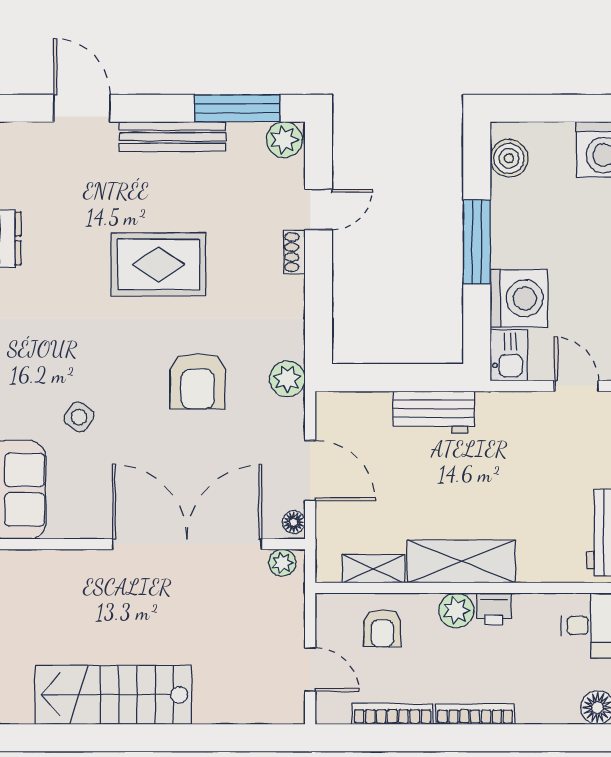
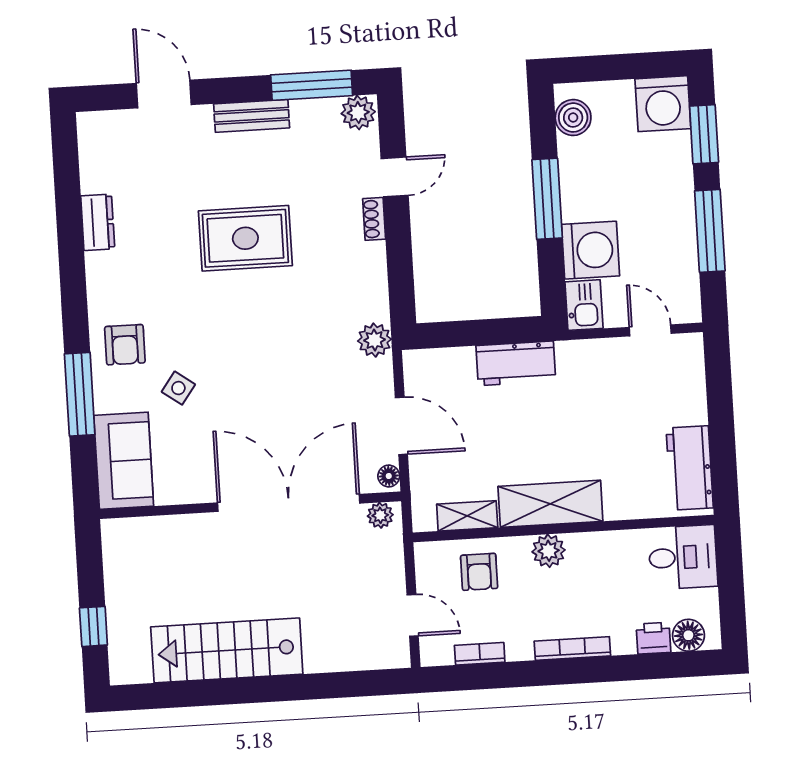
bench: (173, 137) -> (252, 116), width x0.73
armchair: (198, 381) -> (125, 345), moved, width x0.72, depth x0.72
printer: (494, 609) -> (653, 638), moved, turned 180
bookcase: (392, 714) -> (480, 654), width x0.64

